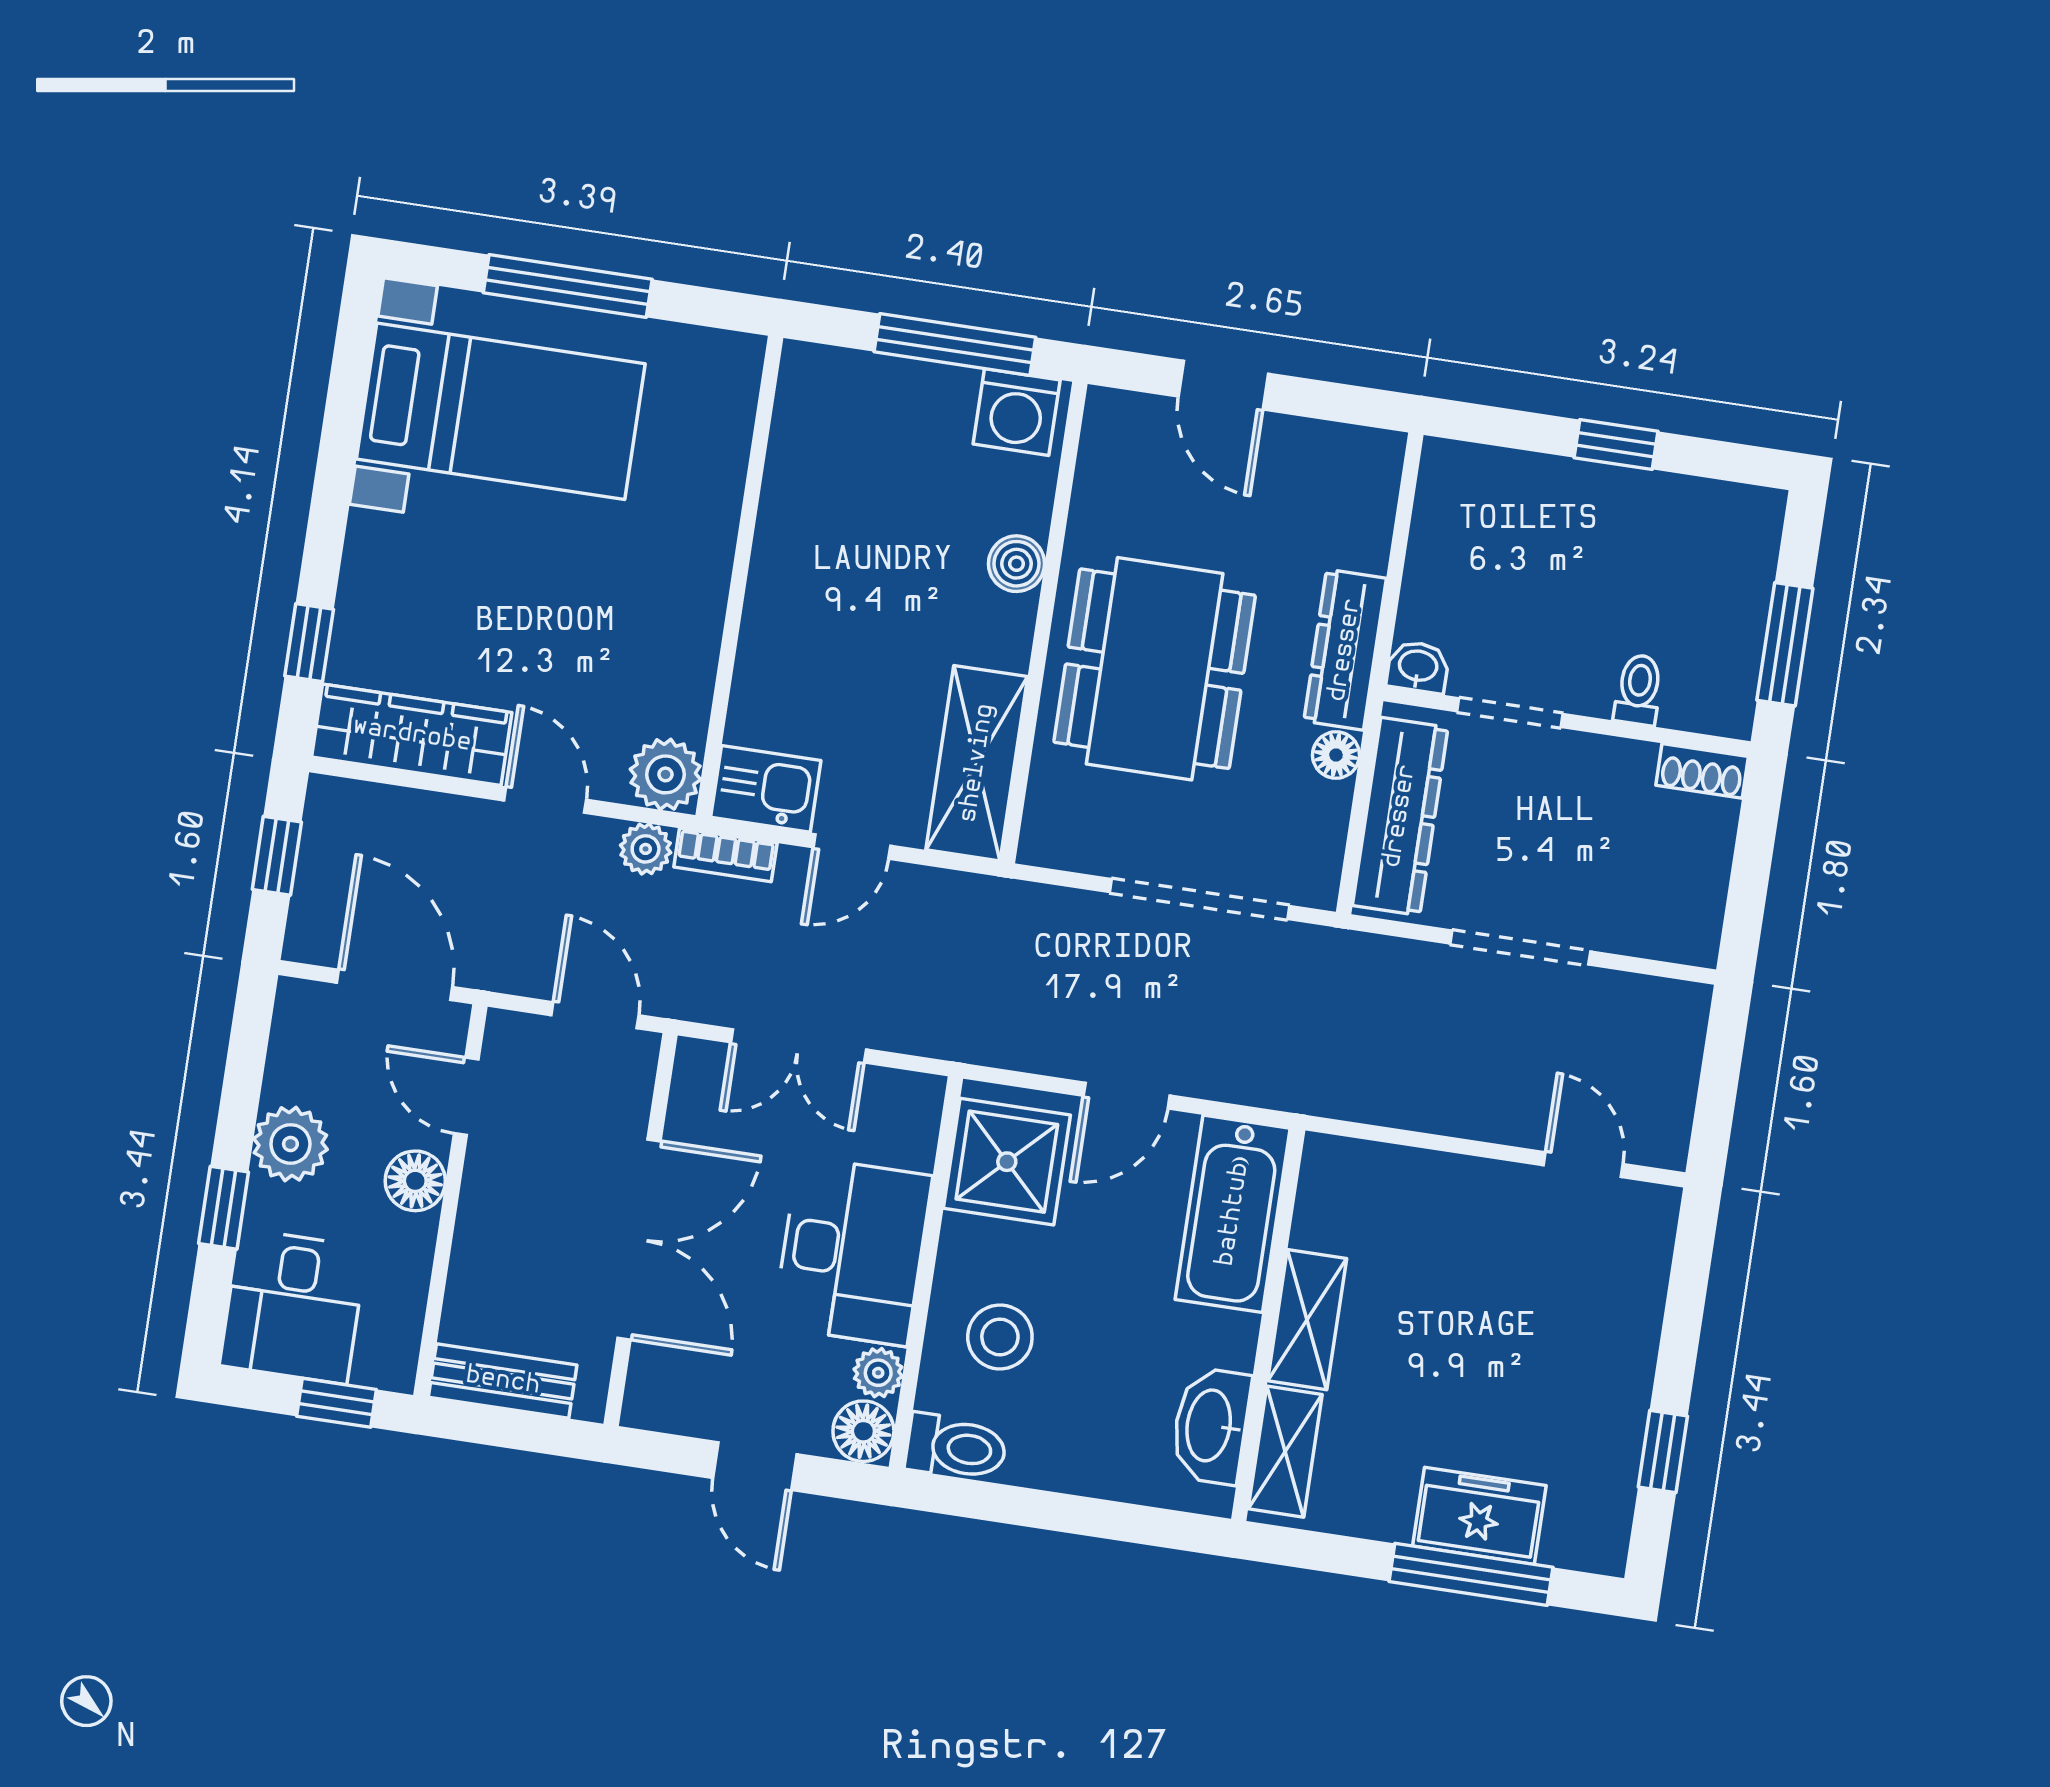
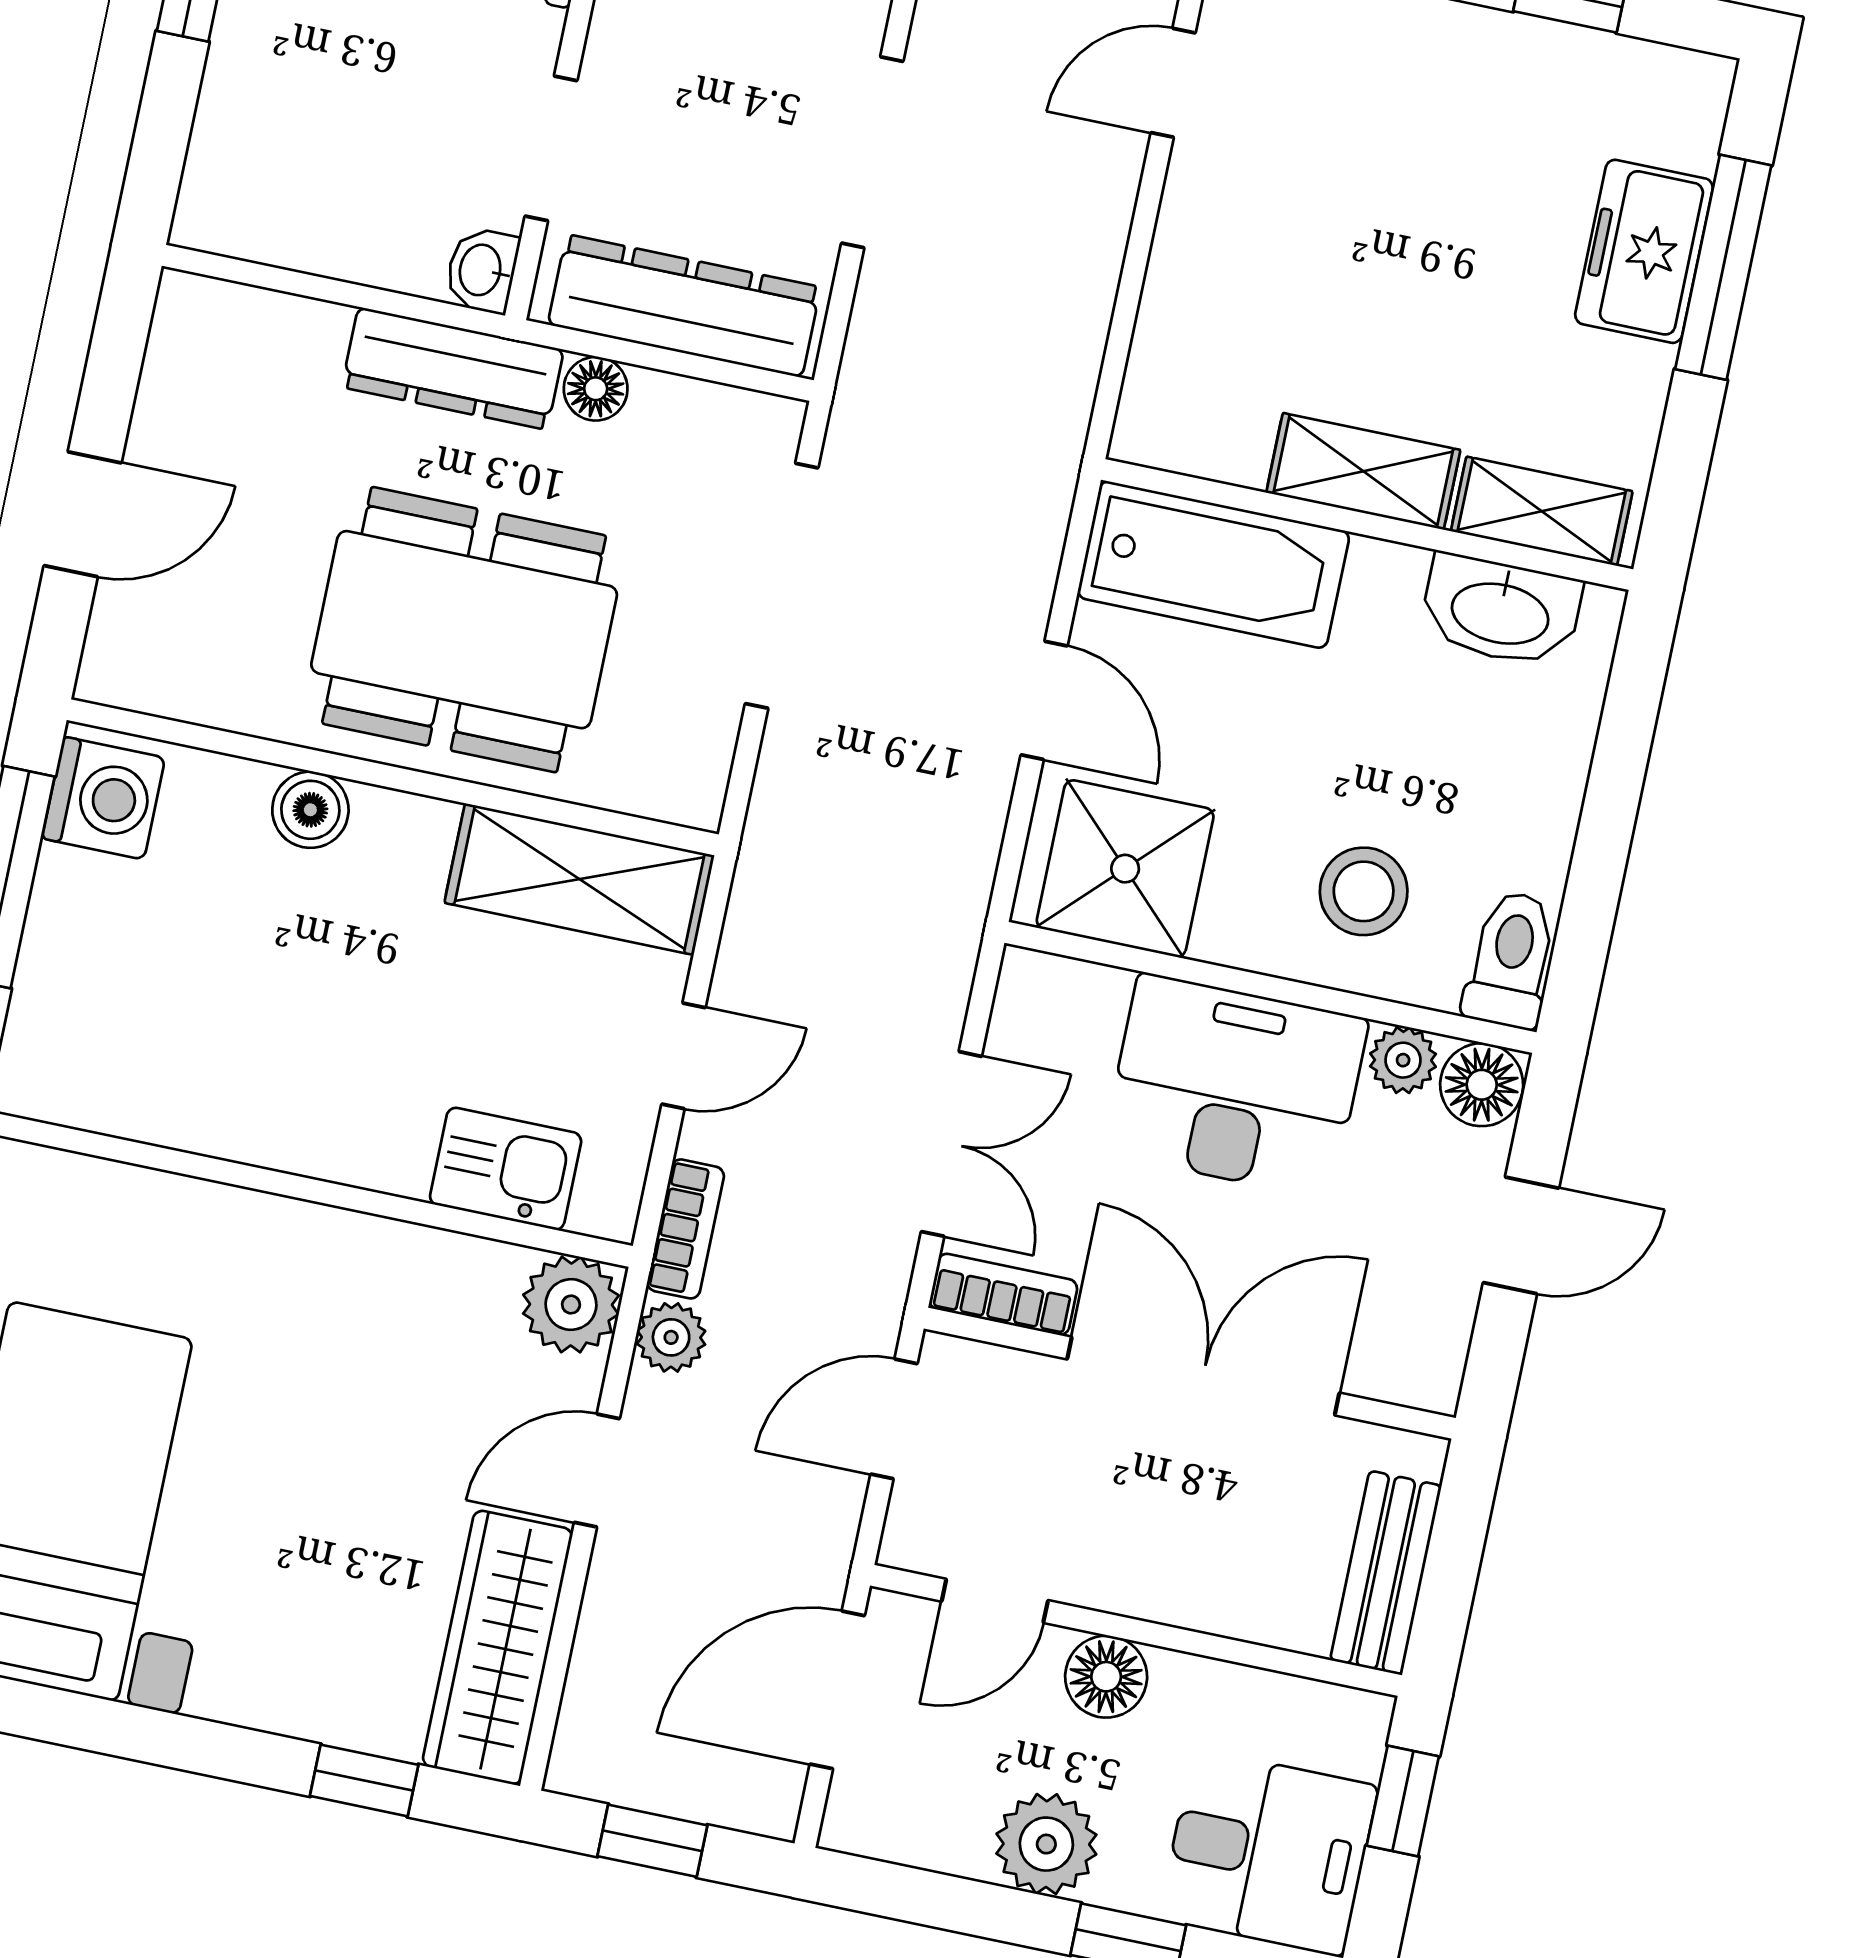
kitchen sink: (766, 789) -> (506, 1169), moved, turned 90
door: (852, 846) -> (683, 1056), hinge flipped
bookcase: (691, 1090) -> (1003, 1294), added

